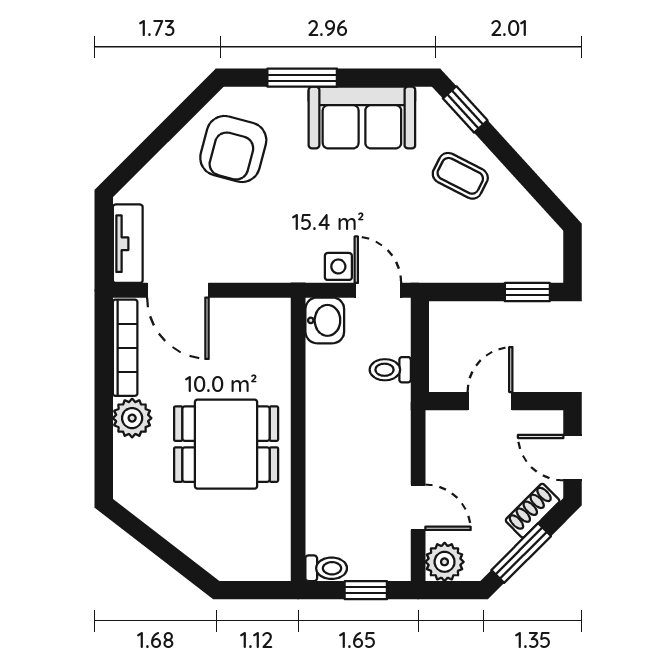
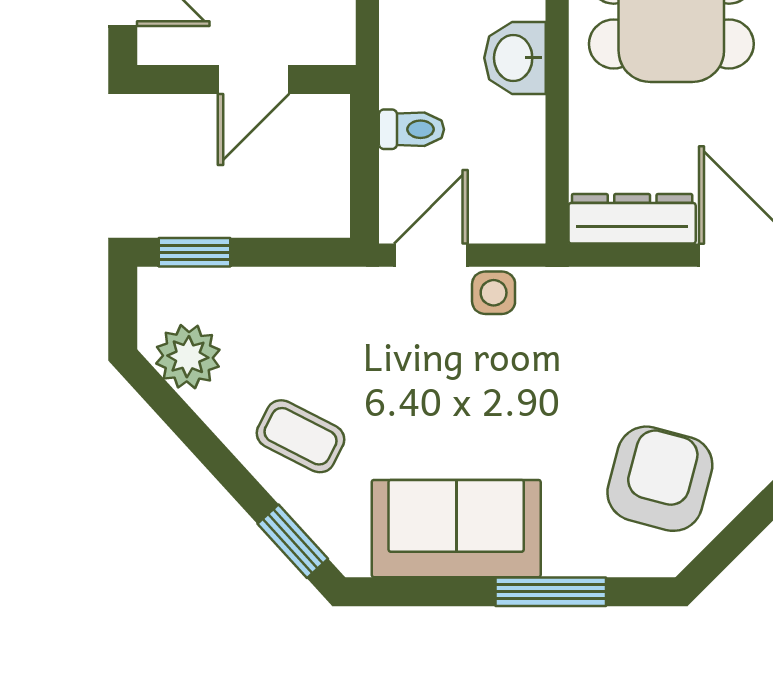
plant: (531, 226) -> (188, 357), added
door: (378, 290) -> (431, 255), swing flipped
dresser: (251, 313) -> (632, 219), added
washbasin: (325, 320) -> (515, 58), moved

